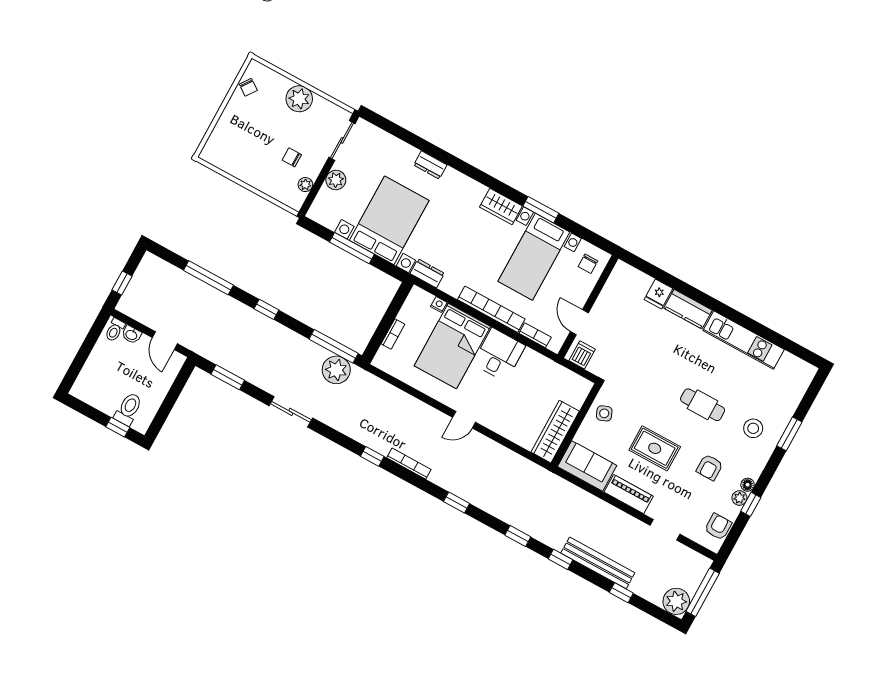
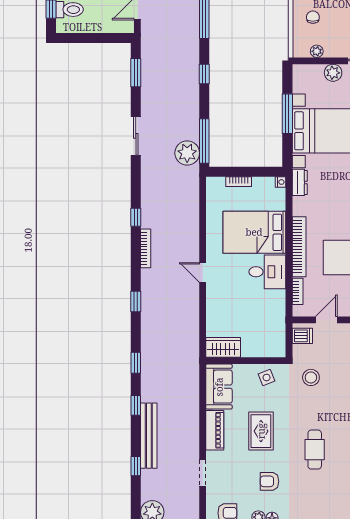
chair: (292, 157) -> (313, 17), moved
nightstand: (439, 305) -> (281, 182), moved
stool: (753, 428) -> (311, 377), moved
wardrobe: (555, 432) -> (223, 347), width x0.67

